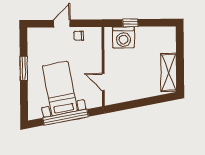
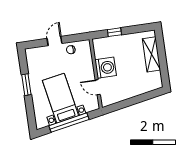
washing machine: (123, 37) -> (106, 68), moved, turned -90
shelving: (169, 73) -> (151, 54), moved

